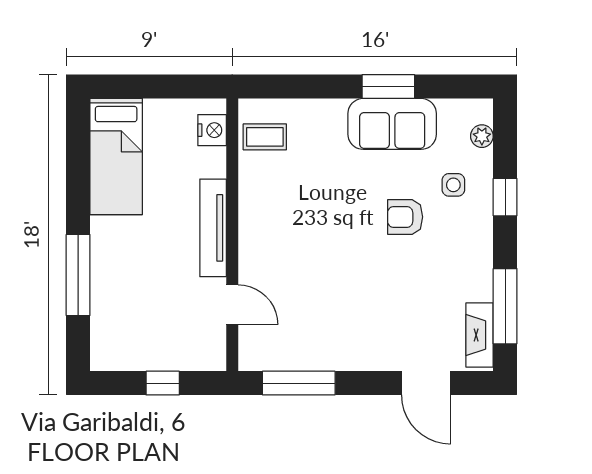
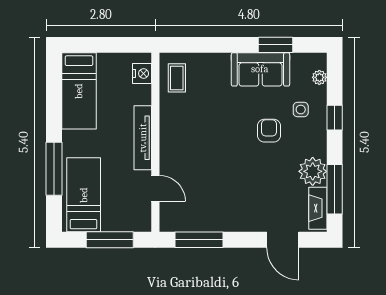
window: (388, 86) -> (276, 45), moved
coffee table: (265, 137) -> (177, 78), turned 90
armchair: (405, 217) -> (269, 131), turned 90
plant: (472, 279) -> (313, 171), added
bed: (123, 315) -> (84, 195), added
window: (163, 383) -> (110, 240), width x2.17

